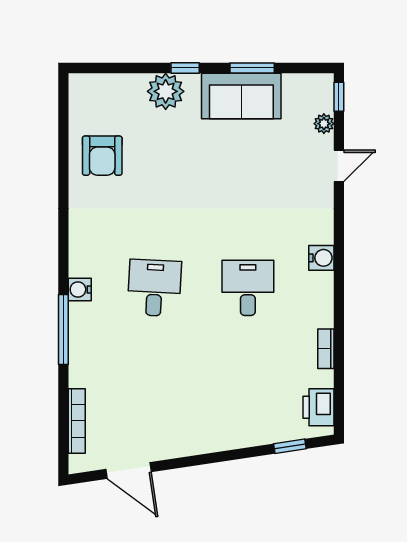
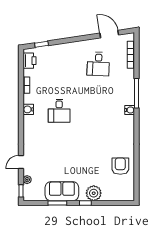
water cooler: (321, 258) -> (28, 109), moved
desk: (154, 288) -> (98, 64), moved

